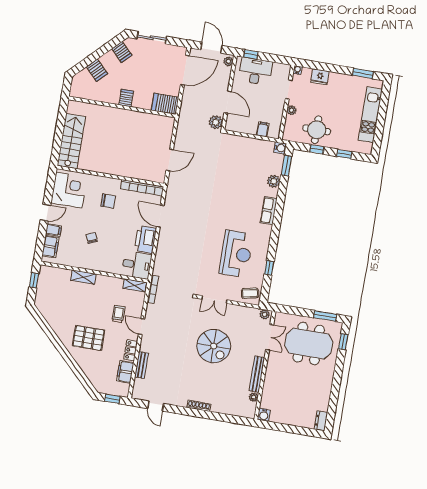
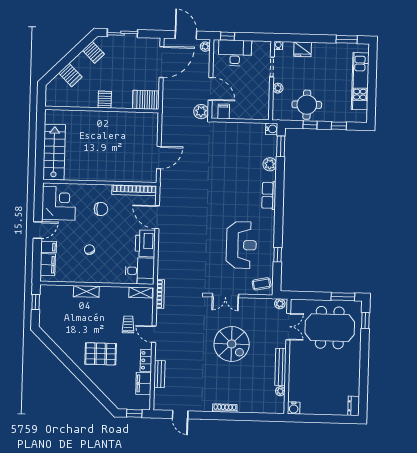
filing cabinet: (263, 129) -> (224, 111), moved

